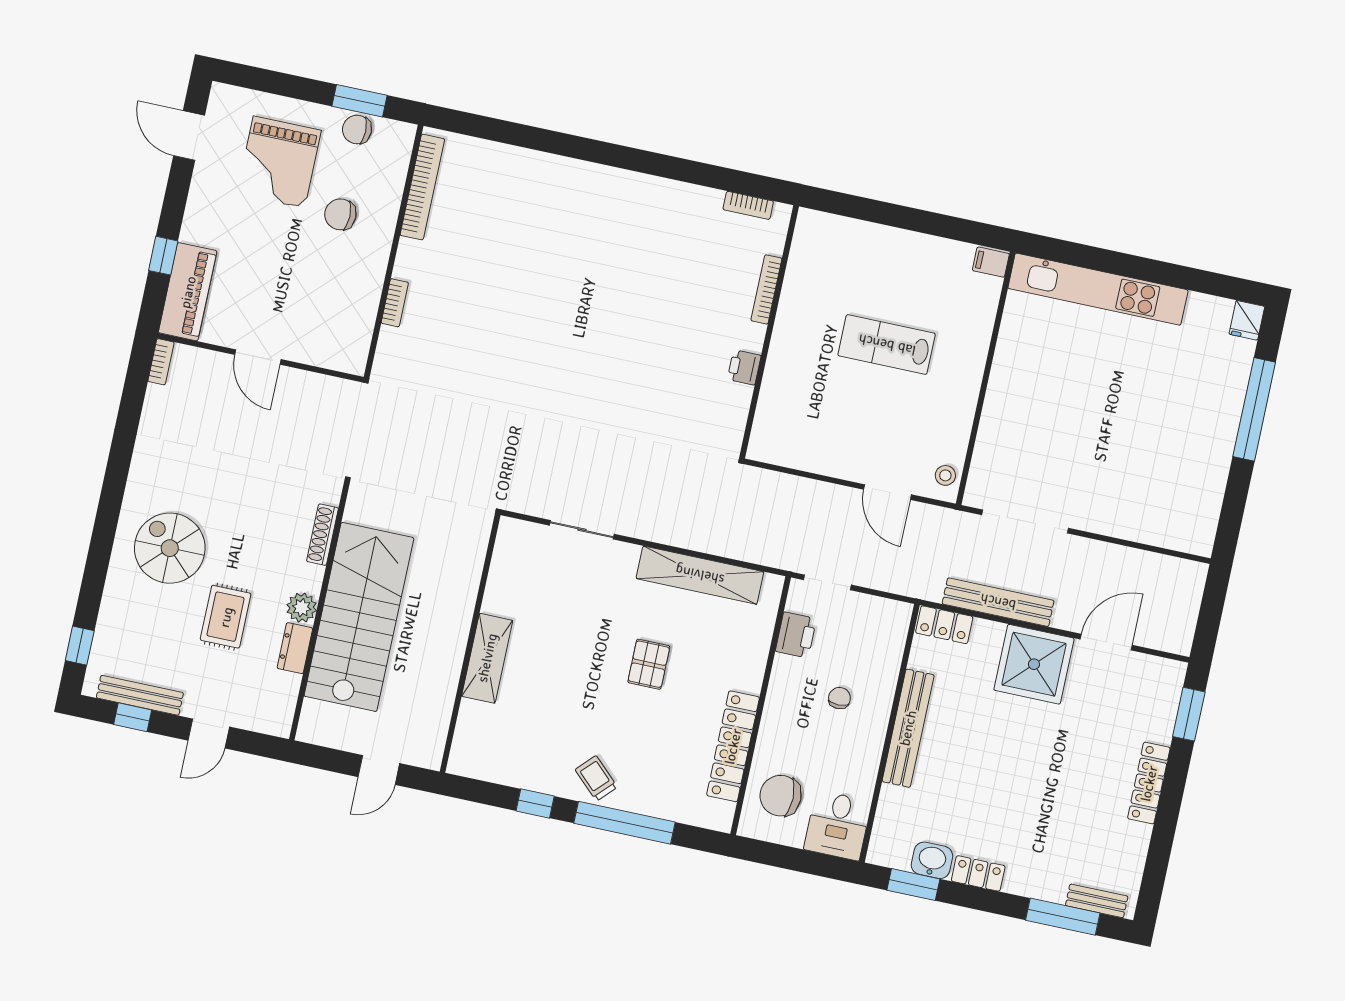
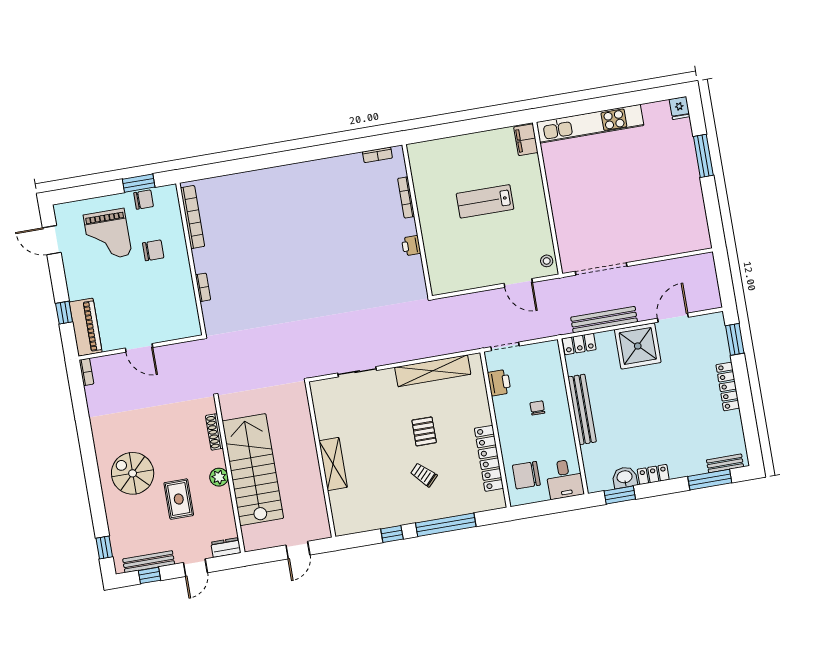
chair: (357, 129) -> (144, 200), turned 180
chair: (340, 214) -> (153, 250), turned 180
filing cabinet: (991, 262) -> (526, 140), width x2.00
window: (1254, 409) -> (703, 156), width x0.68
dresser: (295, 648) -> (226, 547), moved, turned 90
trolley: (596, 778) -> (424, 475), moved

